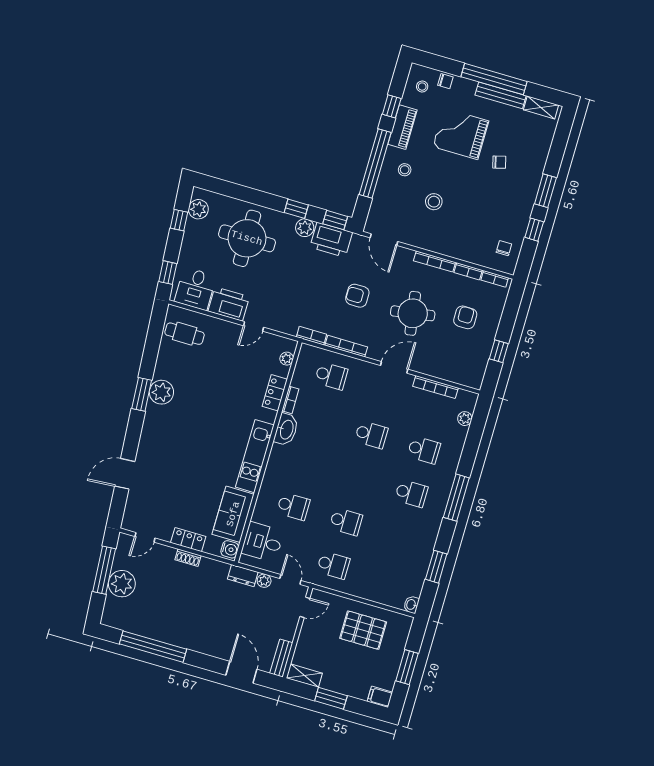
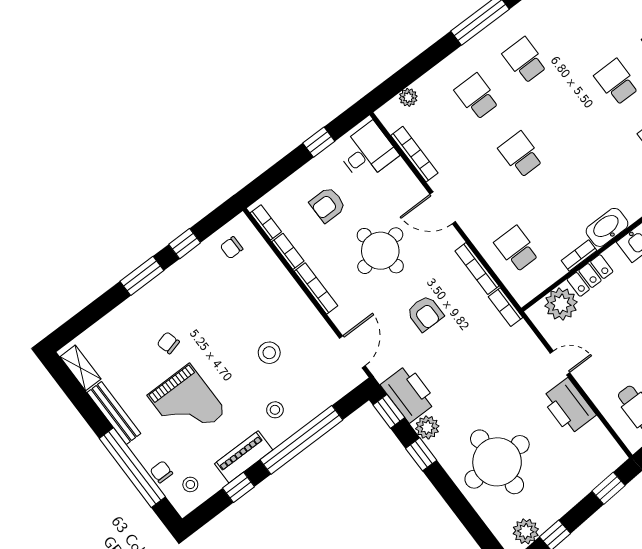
window: (494, 79) -> (132, 468), moved
desk: (195, 289) -> (367, 152), moved
plant: (287, 359) -> (561, 304), width x1.88, depth x1.88

